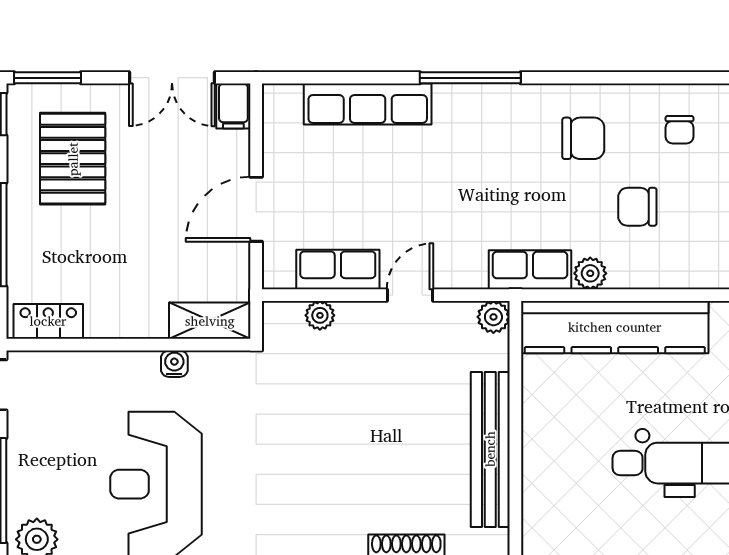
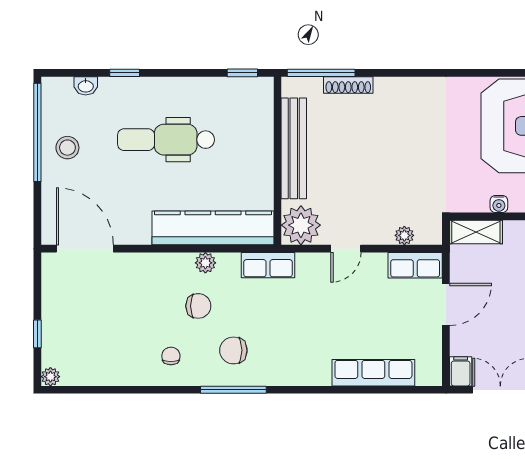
window: (470, 78) -> (233, 390), moved
row of seats: (338, 270) -> (415, 265), moved
plant: (590, 273) -> (205, 263), moved
plant: (493, 317) -> (301, 225), width x1.88, depth x1.88

